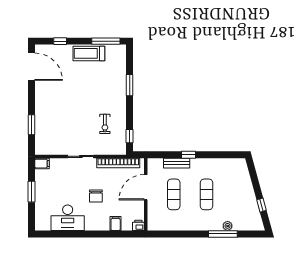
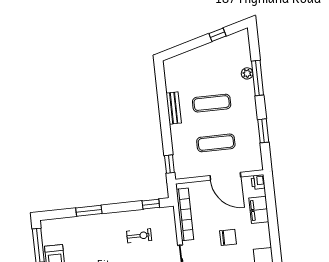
window: (188, 155) -> (169, 164), moved
bench: (177, 163) -> (174, 108), moved
door: (146, 187) -> (225, 176), moved
filing cabinet: (116, 224) -> (259, 210), width x2.00
window: (179, 234) -> (263, 131), added

